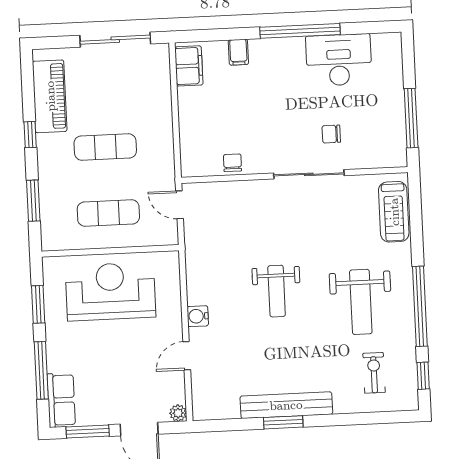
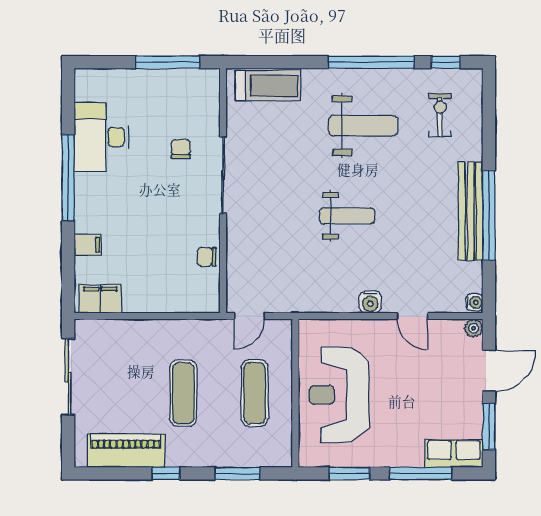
chair: (331, 134) -> (181, 149), turned 180
exercise bike: (374, 373) -> (440, 115), turned 90
water cooler: (202, 413) -> (474, 302), added
window: (283, 422) -> (489, 215), width x2.11

